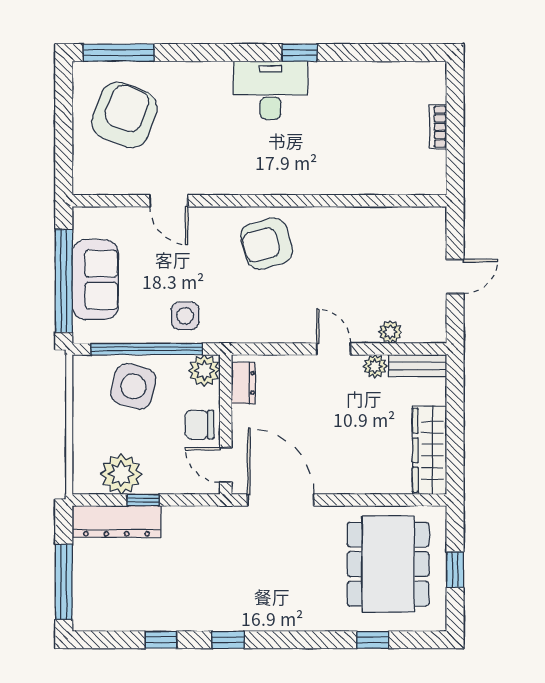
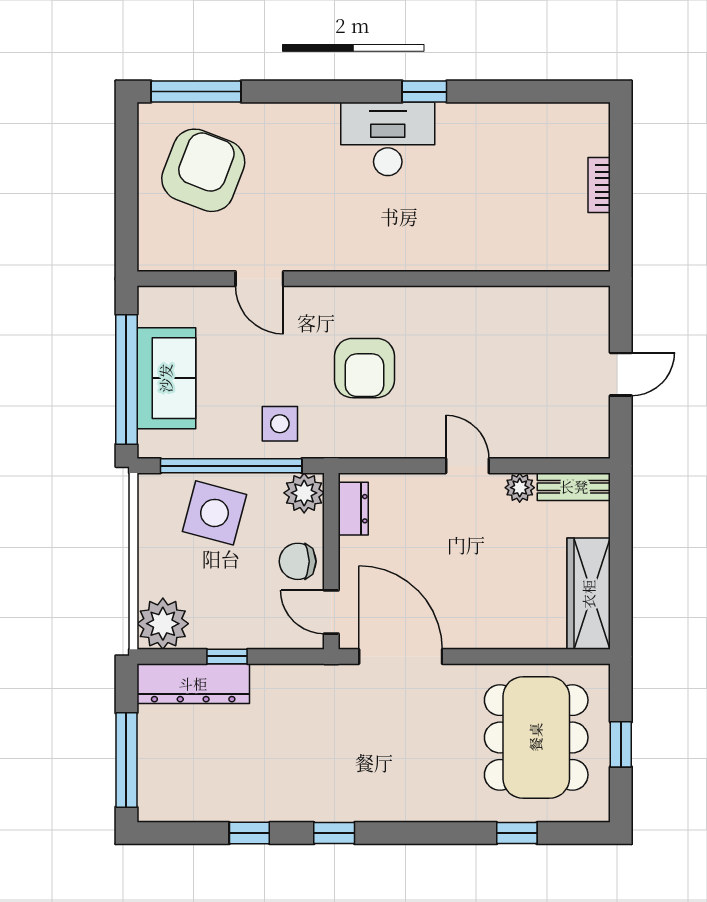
armchair: (267, 243) -> (364, 368), moved, turned -75
plant: (390, 332) -> (539, 444), removed
plant: (121, 474) -> (163, 624), moved

